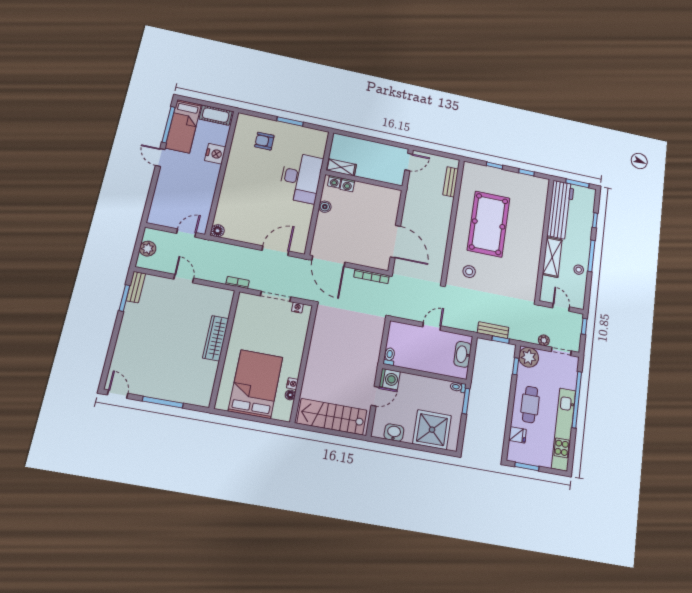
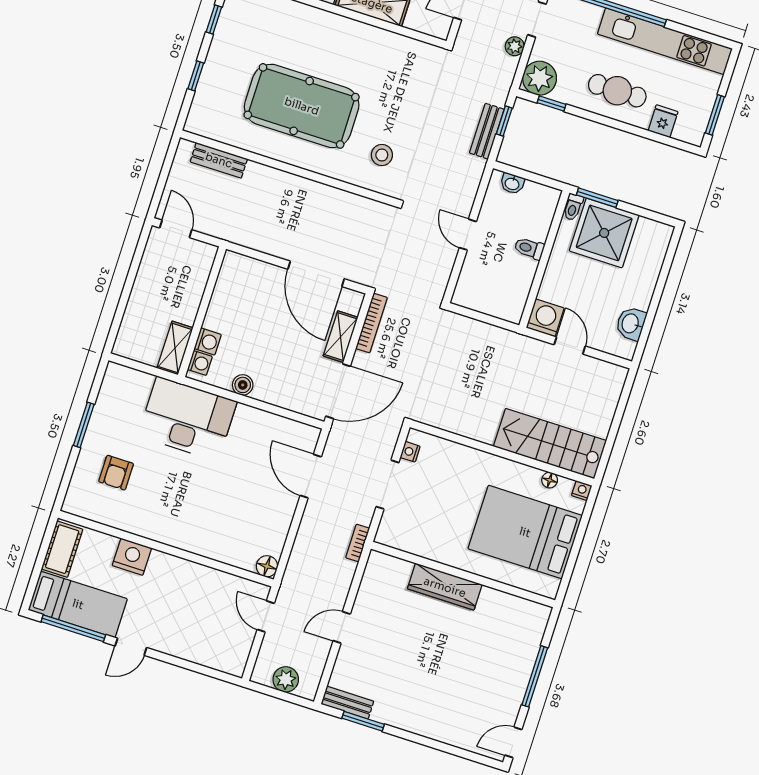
door: (395, 242) -> (316, 274), swing flipped
shelving: (361, 259) -> (341, 337), added
washbasin: (463, 354) -> (512, 183), width x0.52, depth x0.69
toilet: (389, 356) -> (529, 248), moved
nightstand: (292, 384) -> (582, 491), moved
stairs: (332, 417) -> (550, 443), moved, turned 90
shower: (432, 430) -> (604, 233), moved

